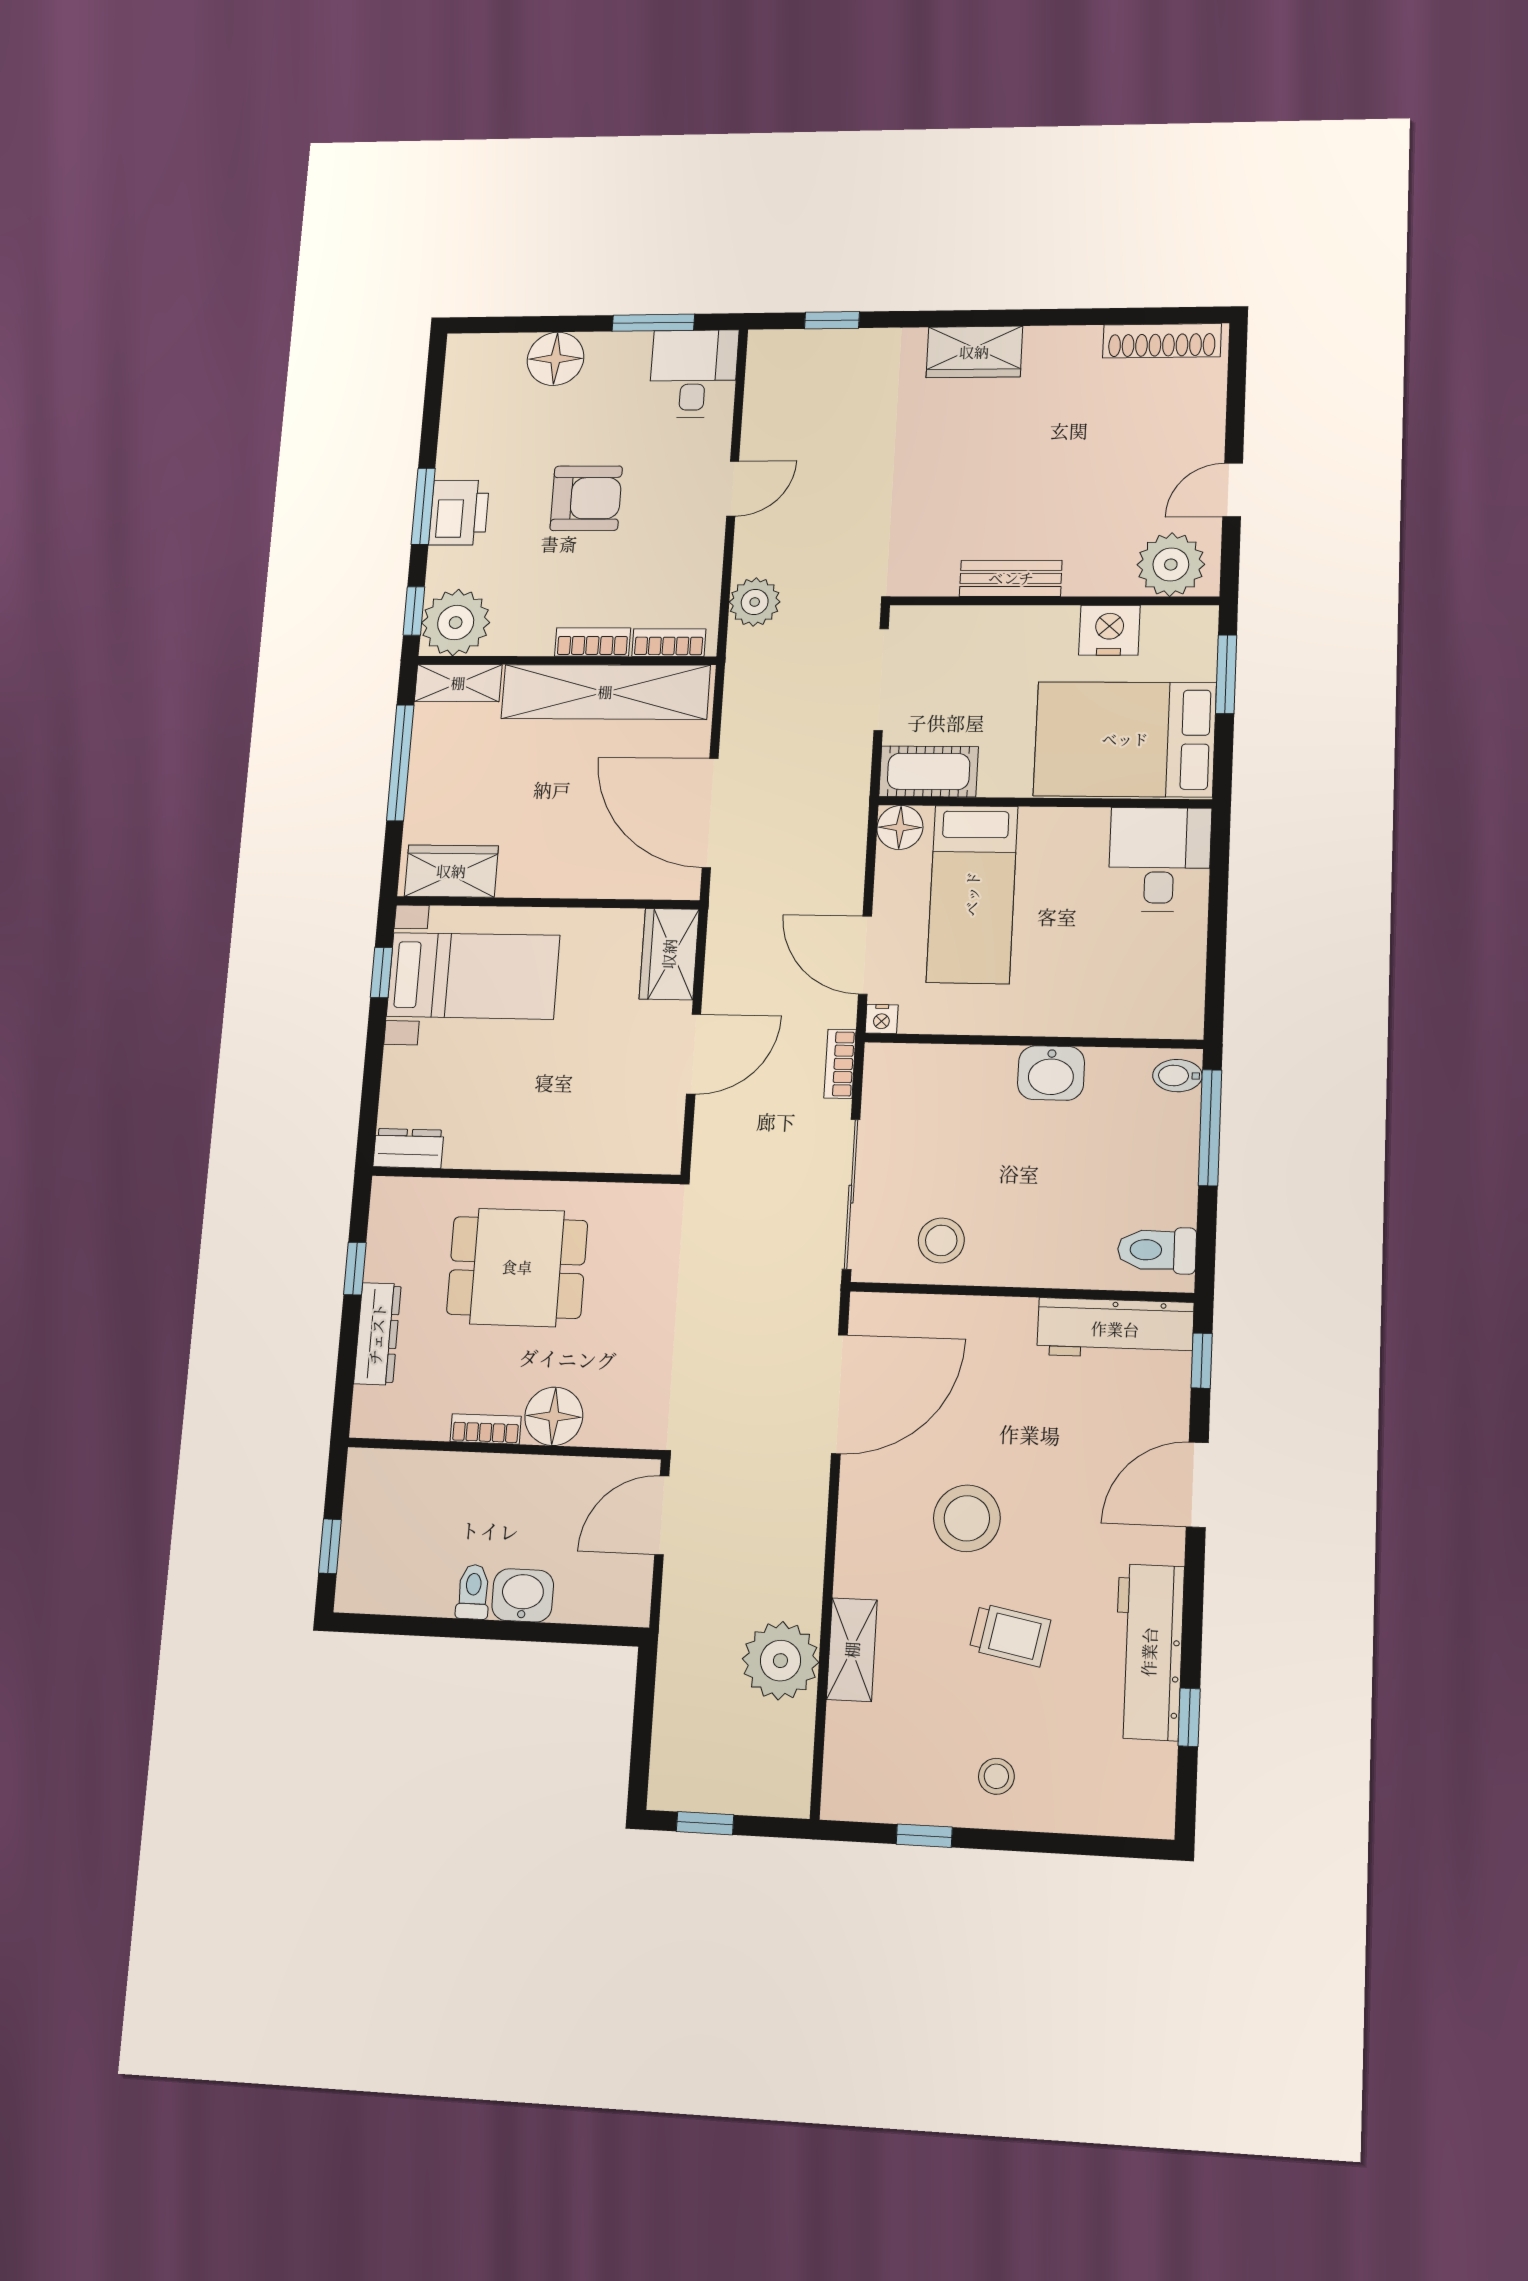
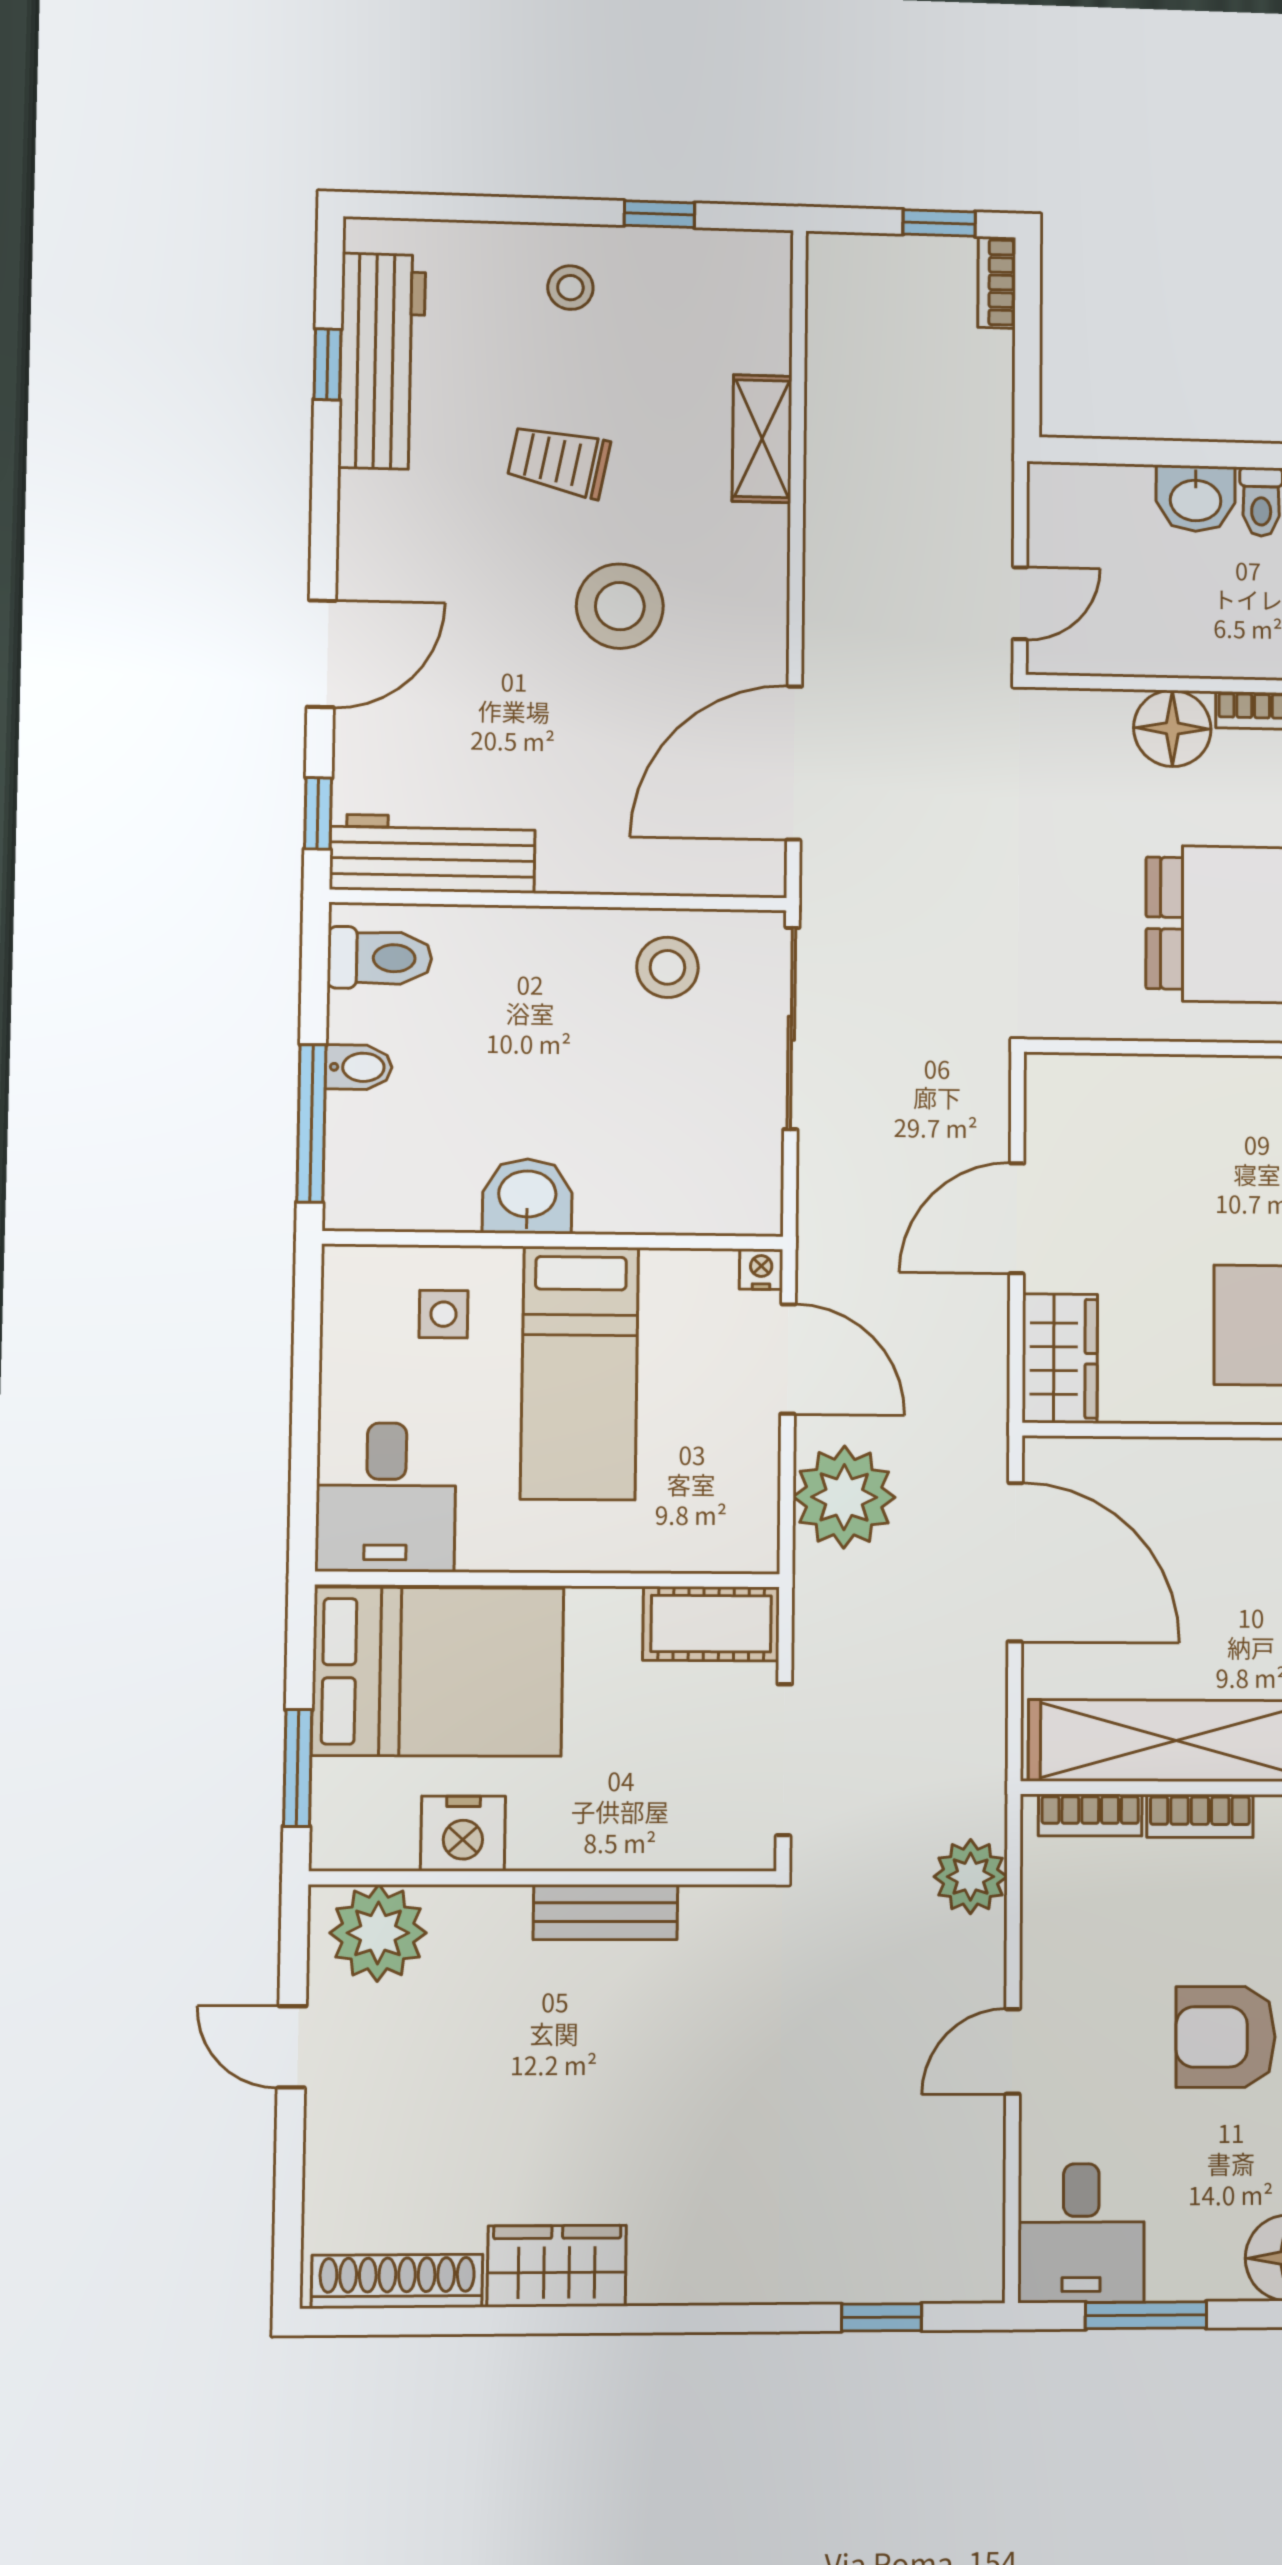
wardrobe: (974, 352) -> (557, 2266), moved
door: (1233, 490) -> (292, 2047), swing flipped
floor lamp: (900, 827) -> (748, 1542), removed
bed: (972, 894) -> (579, 1373), moved, turned 180
side table: (1115, 989) -> (443, 1314), added
bookcase: (840, 1064) -> (997, 282), moved, turned 180
bidet: (1177, 1076) -> (359, 1067), moved
door: (662, 1515) -> (1020, 603), width x0.73
workbench: (1149, 1652) -> (382, 361), moved
plant: (780, 1661) -> (844, 1497), moved

